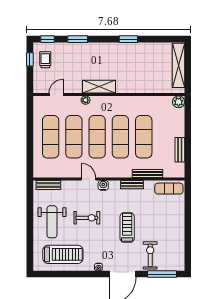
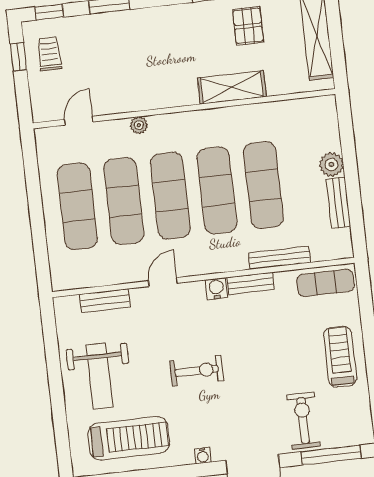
pallet: (145, 57) -> (248, 26), added
shelving: (99, 87) -> (232, 87), moved
plant: (179, 102) -> (331, 164), moved
door: (89, 179) -> (163, 282), hinge flipped
bench: (48, 185) -> (105, 301), moved
water cooler: (103, 185) -> (216, 289), moved
exercise bike: (87, 218) -> (197, 371), moved
treadmill: (127, 228) -> (340, 357), moved

